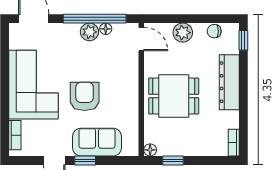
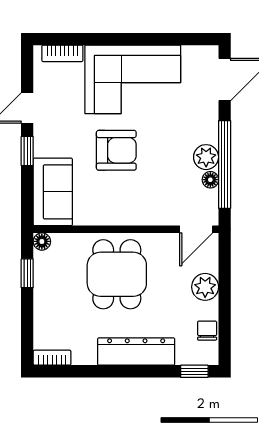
sofa: (97, 142) -> (53, 192), moved

